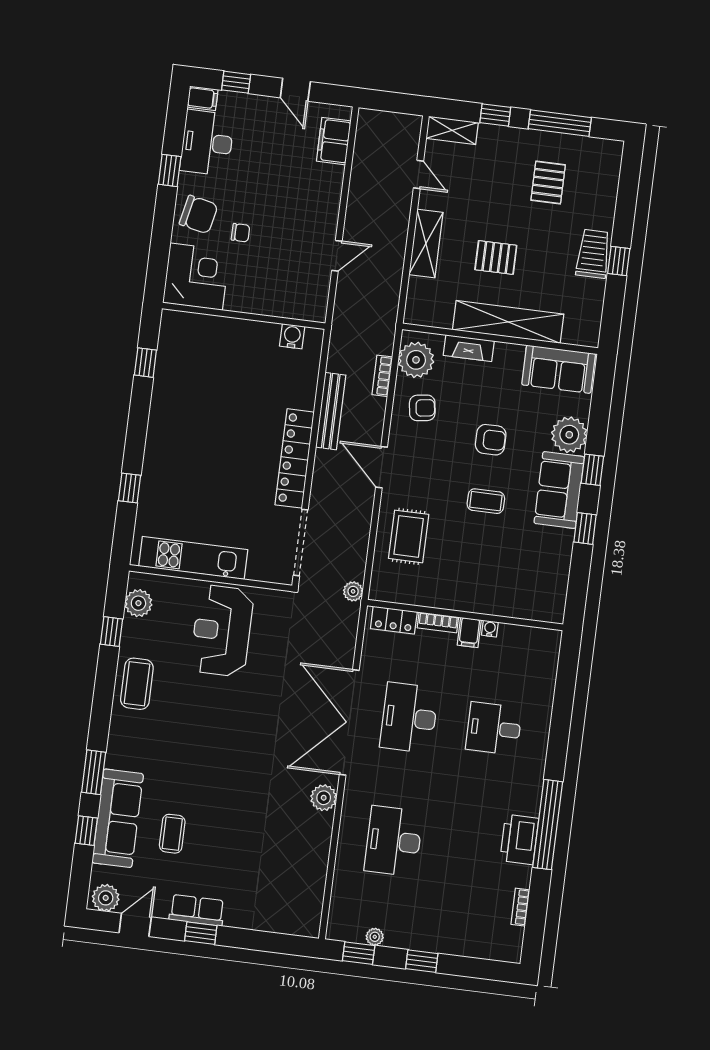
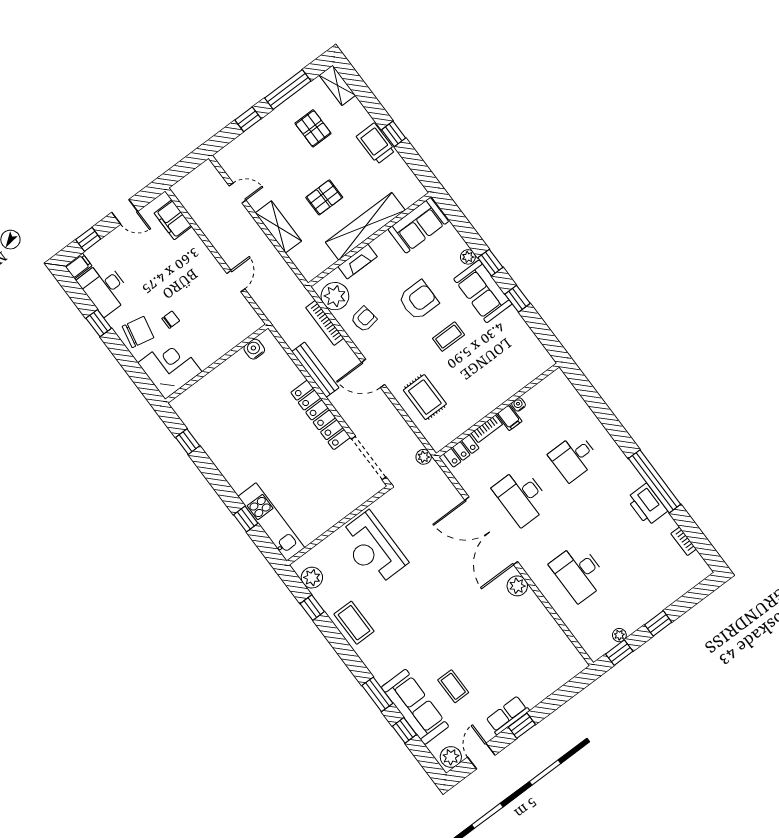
shelving: (452, 130) -> (337, 85), moved, turned 90
bookcase: (382, 376) -> (325, 323), width x1.56
plant: (569, 435) -> (468, 257), width x0.53, depth x0.53
armchair: (491, 440) -> (418, 300), width x1.38, depth x1.38
kitchen unit: (193, 558) -> (271, 522), moved, turned 90

